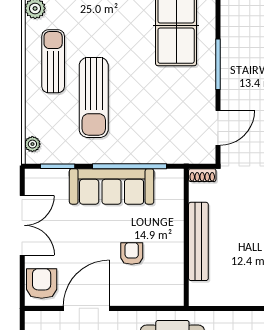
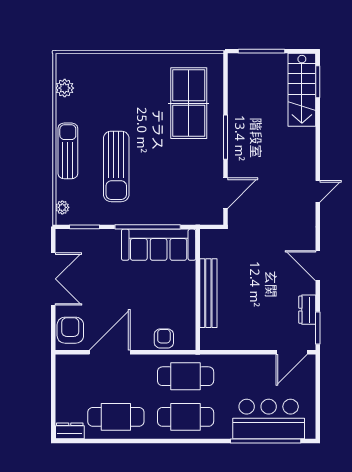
sun lounger: (53, 61) -> (68, 151), moved
shoe rack: (202, 175) -> (212, 235), removed
sofa: (112, 186) -> (159, 245), moved
armchair: (132, 253) -> (164, 338), moved

